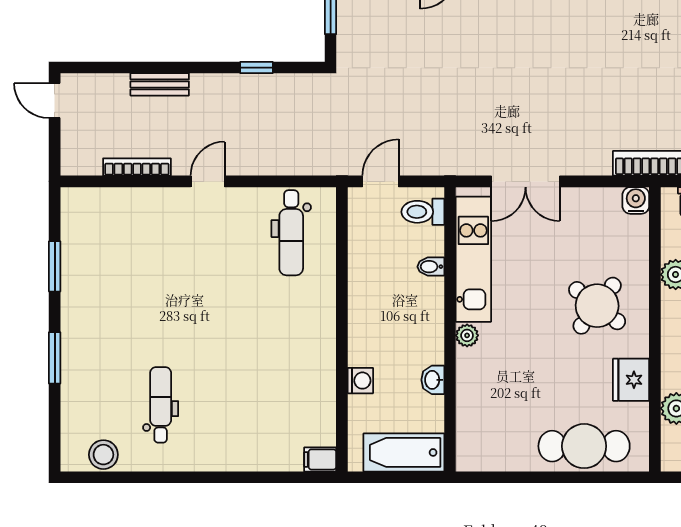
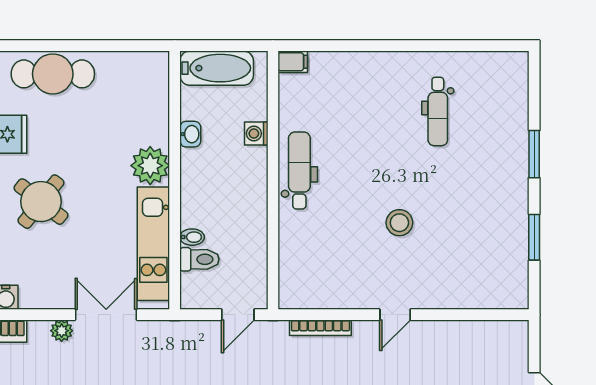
plant: (574, 164) -> (62, 331), added
bookcase: (137, 167) -> (320, 328), moved
toilet: (423, 212) -> (199, 259), moved
dental chair: (291, 233) -> (299, 171), moved
plant: (467, 335) -> (150, 166), width x1.88, depth x1.88
stool: (103, 455) -> (399, 223), moved

